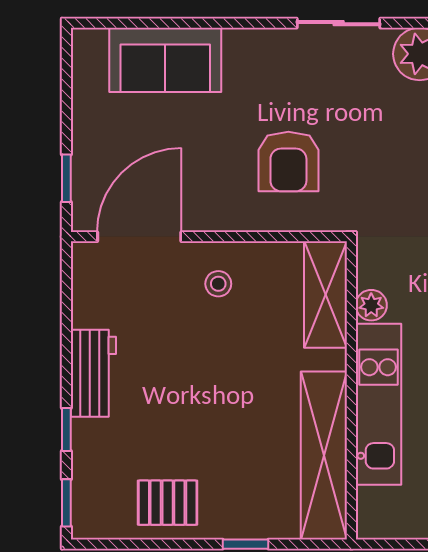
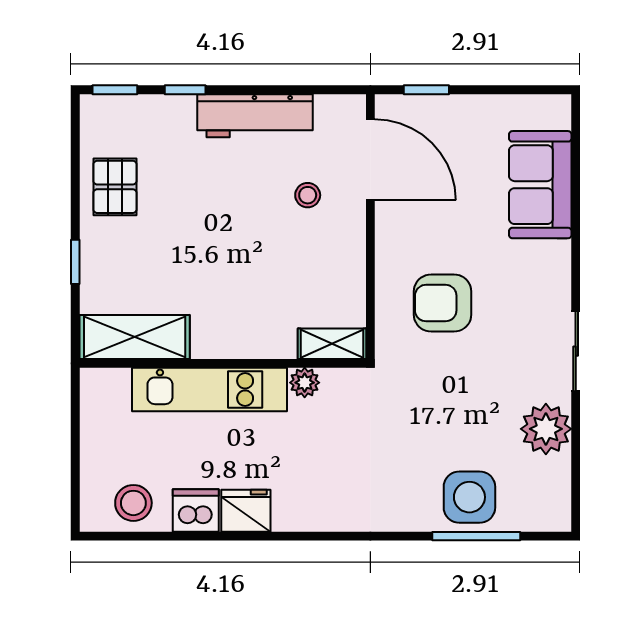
stool: (218, 284) -> (308, 195), moved
shelving: (325, 294) -> (332, 344), width x0.67, depth x0.75
workbench: (93, 373) -> (255, 116), width x1.38
shelving: (324, 455) -> (135, 337), width x0.68

